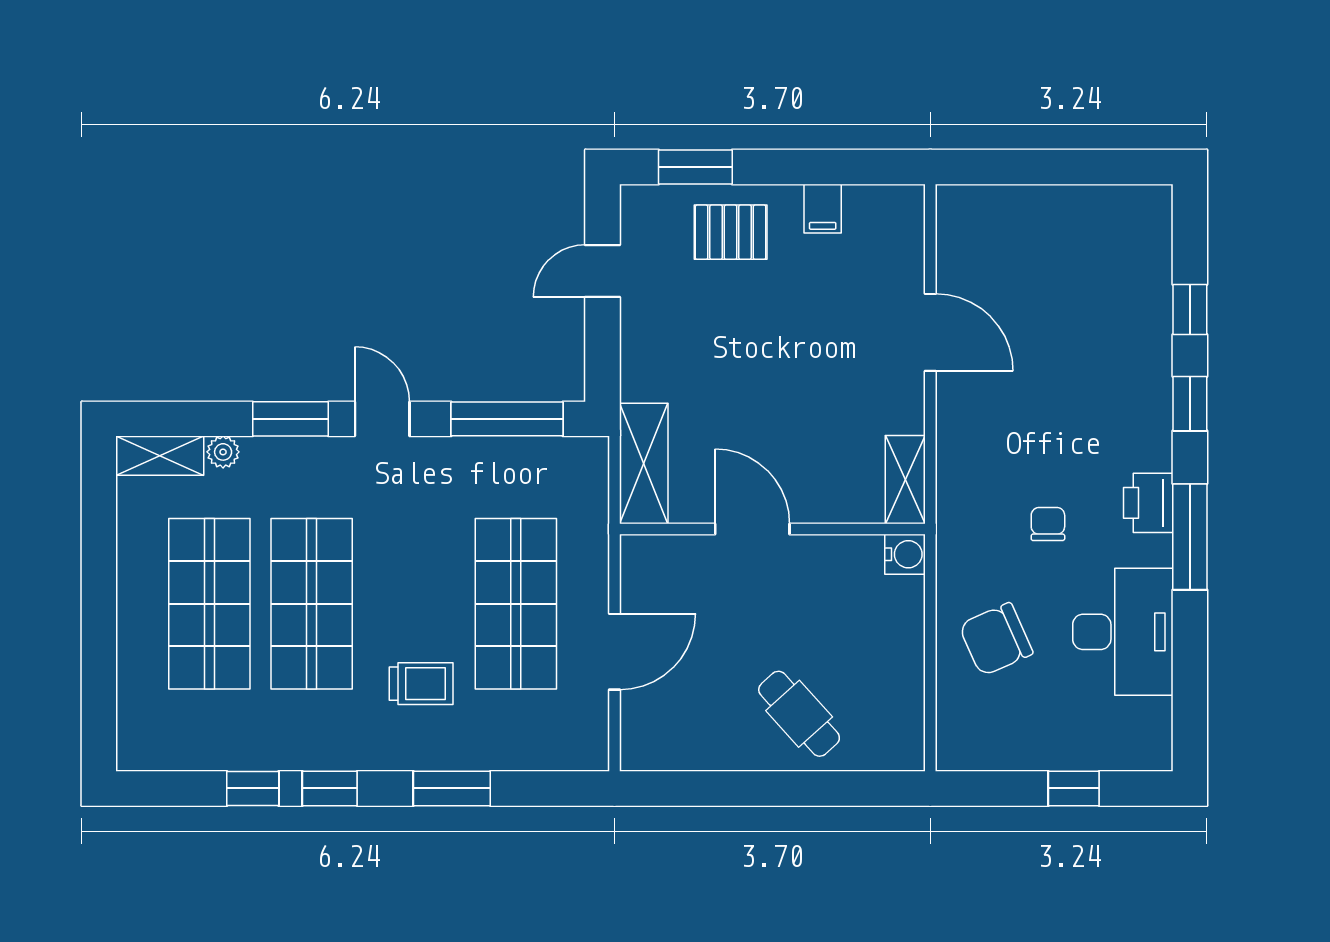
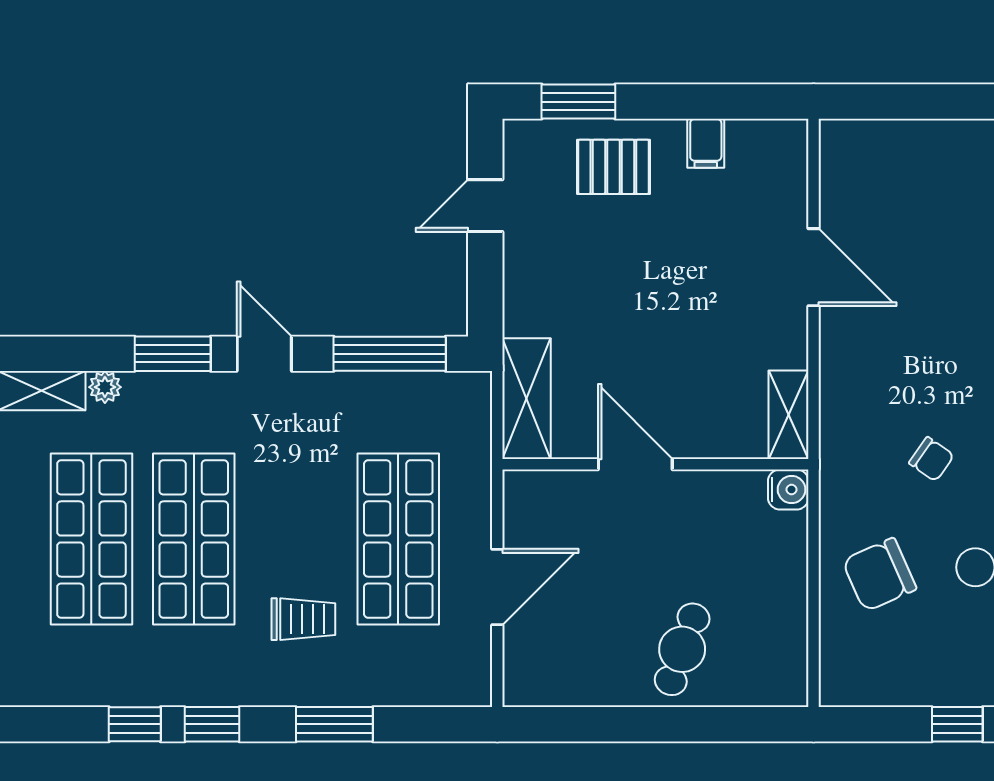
chair: (1048, 524) -> (931, 459), turned 125
cafe table: (799, 714) -> (682, 649), turned 62

